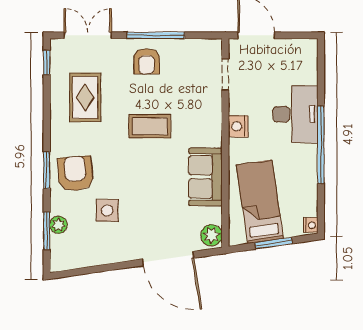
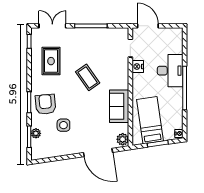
armchair: (147, 61) -> (86, 41), removed
coffee table: (150, 126) -> (88, 77), turned 55
nightstand: (238, 126) -> (138, 66), moved

